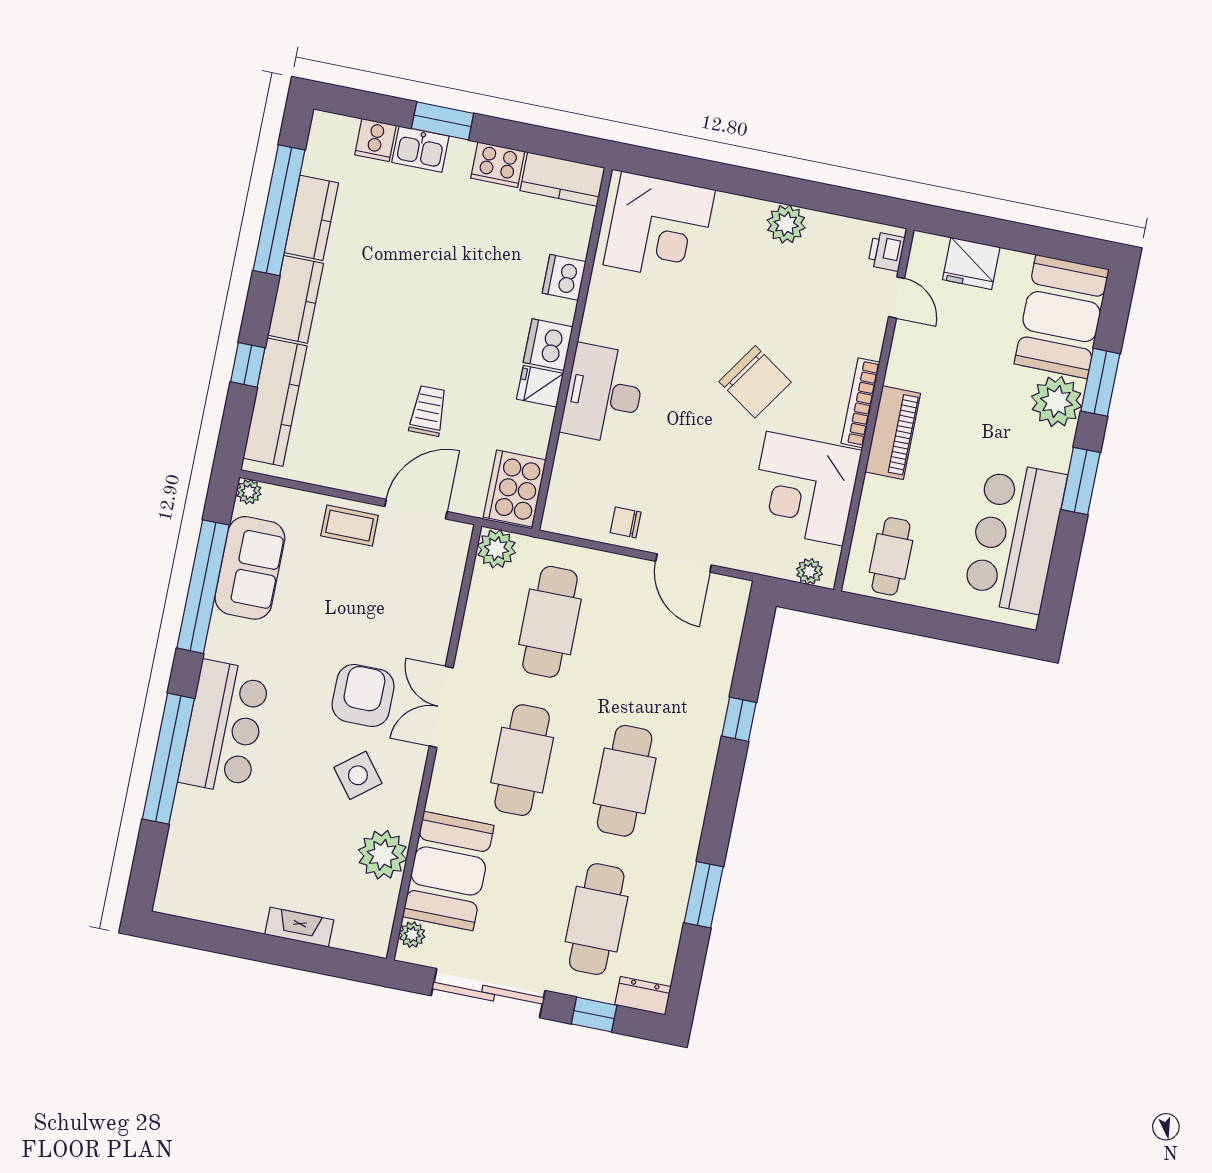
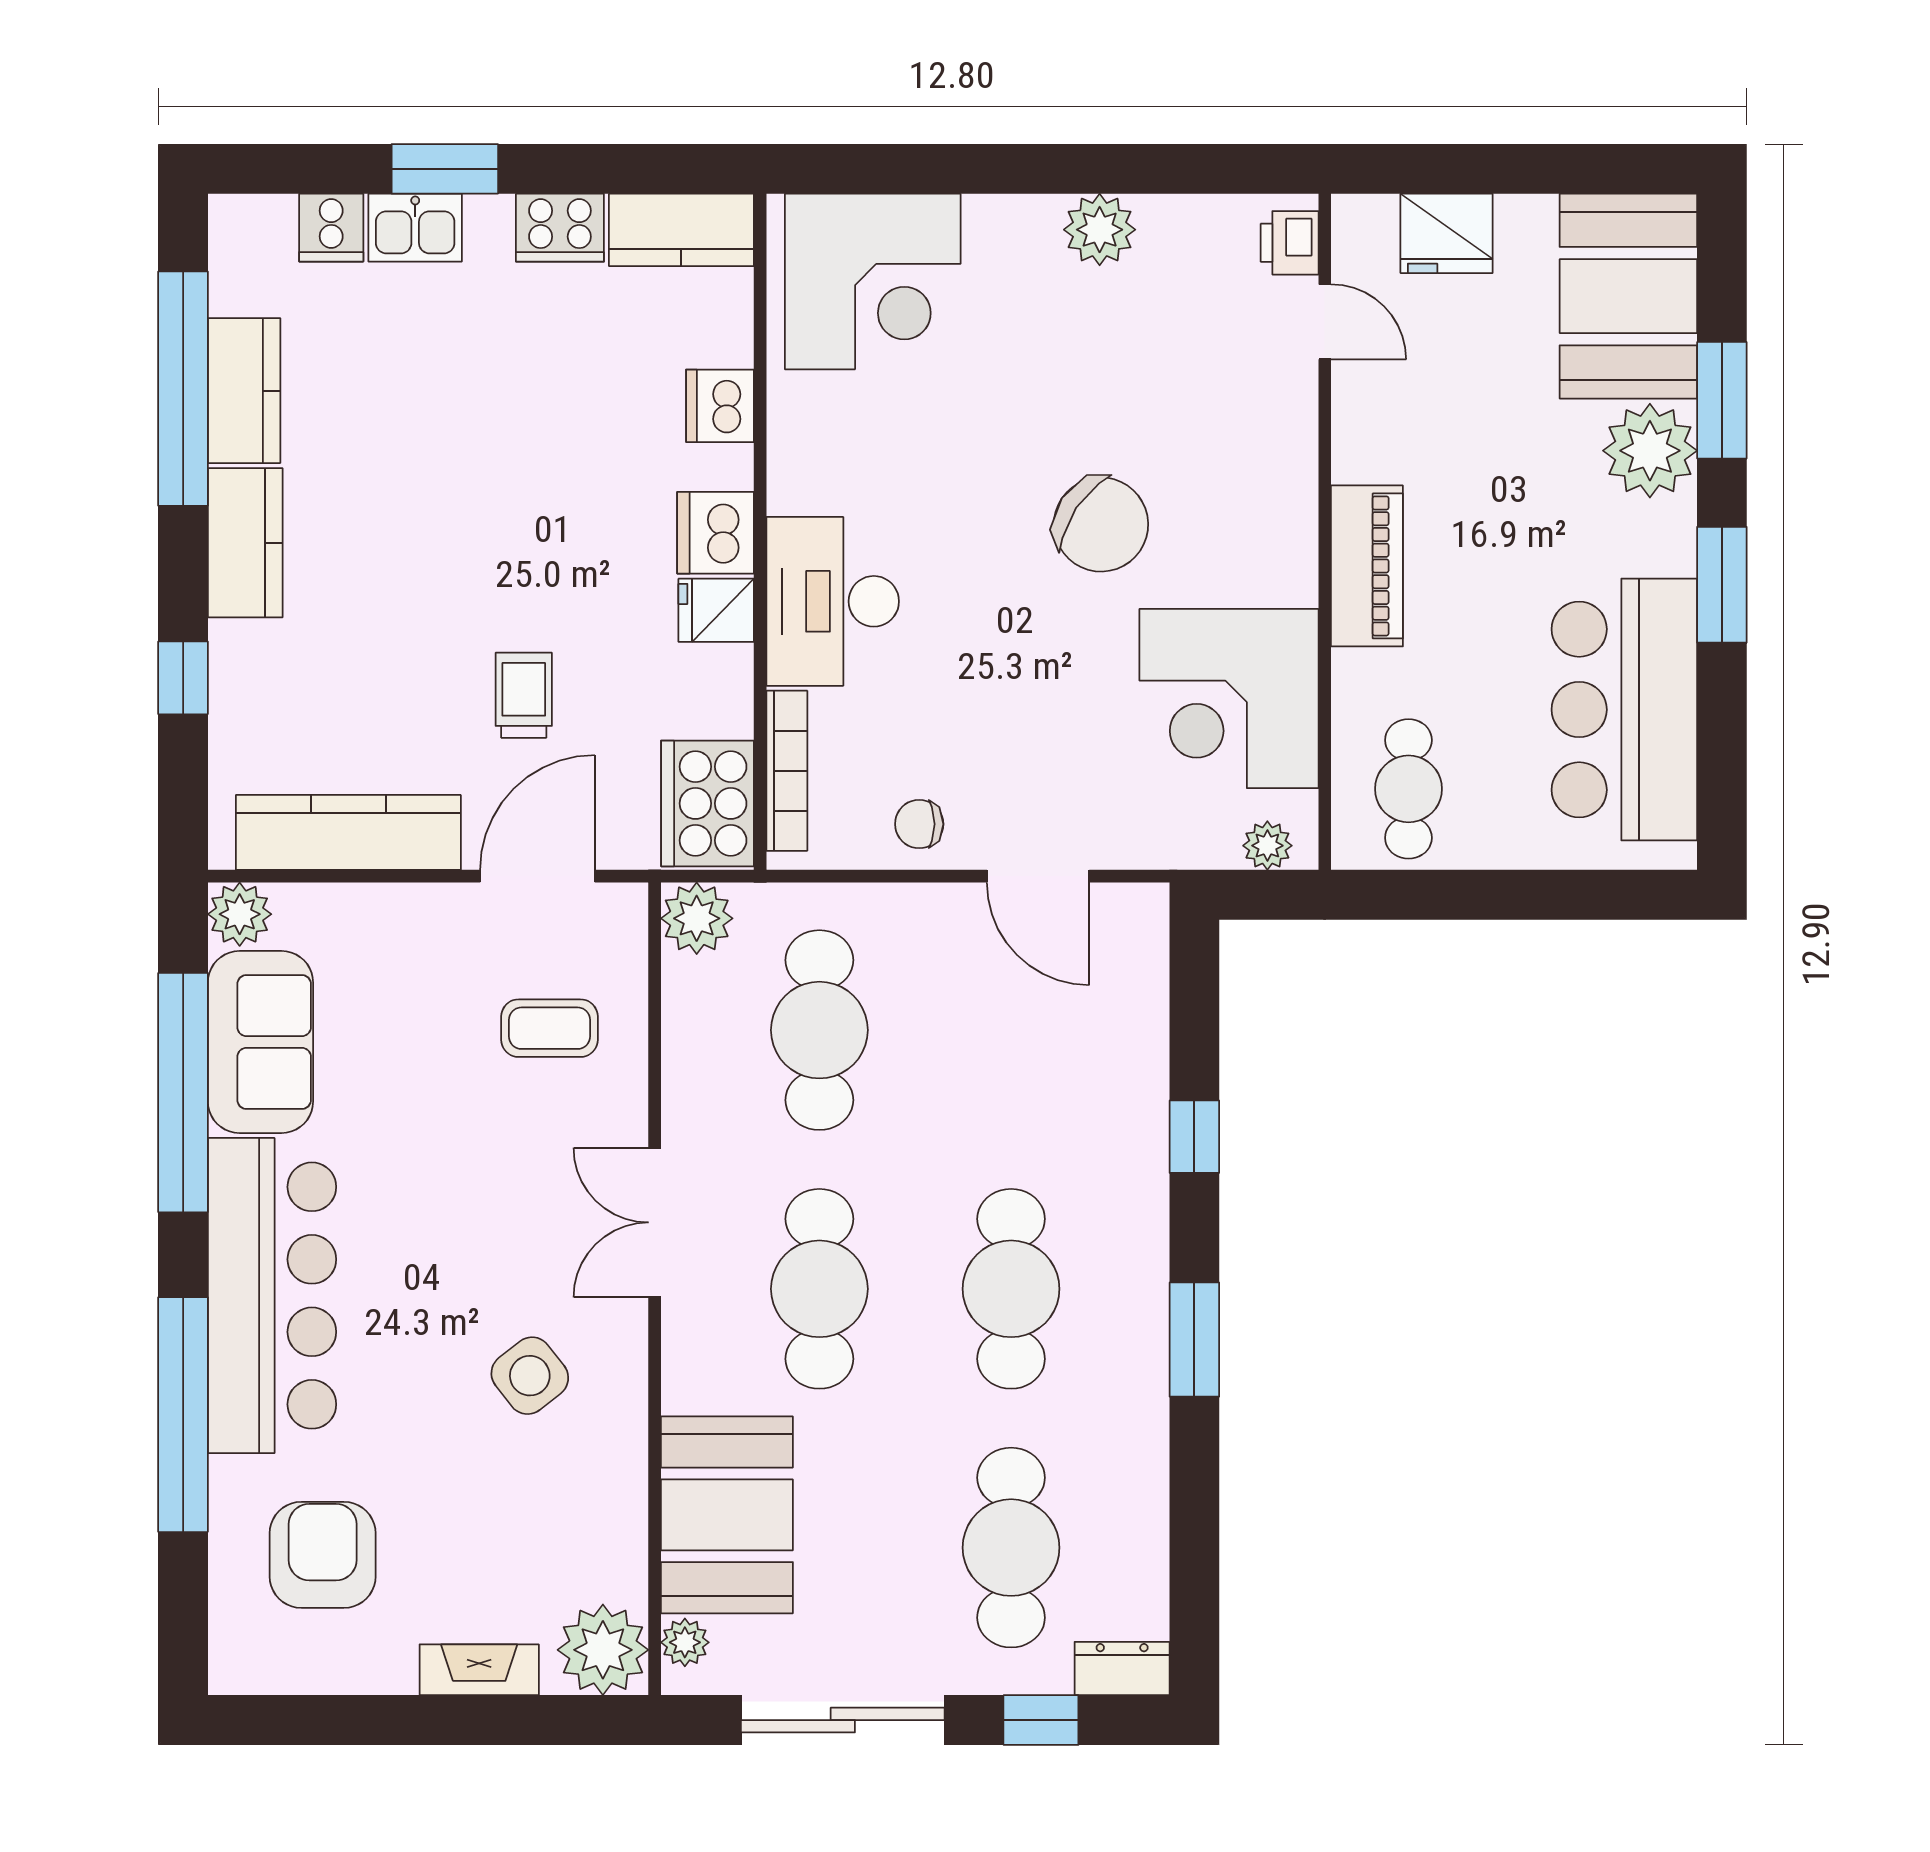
kitchen counter: (275, 402) -> (348, 832), moved, turned -90
bookcase: (860, 403) -> (787, 771), moved, turned 180
plant: (249, 492) -> (240, 914), width x1.38, depth x1.38
coffee table: (350, 526) -> (549, 1028), moved
armchair: (363, 695) -> (323, 1555), moved
bar counter: (224, 727) -> (272, 1296), width x1.36
plant: (383, 855) -> (603, 1650), moved
window: (704, 895) -> (1194, 1340), moved

